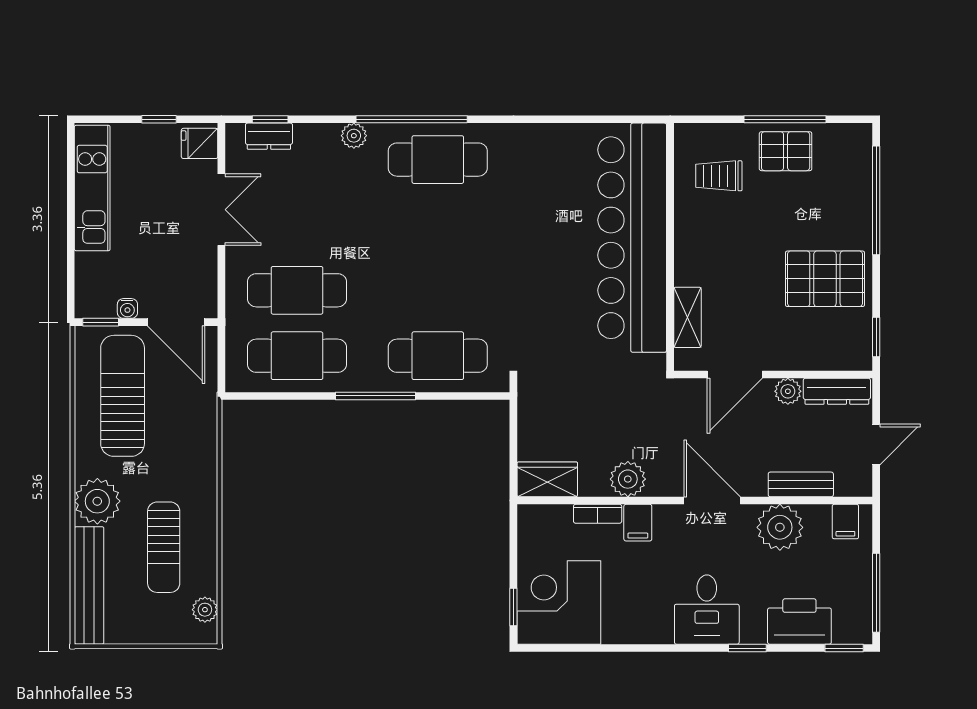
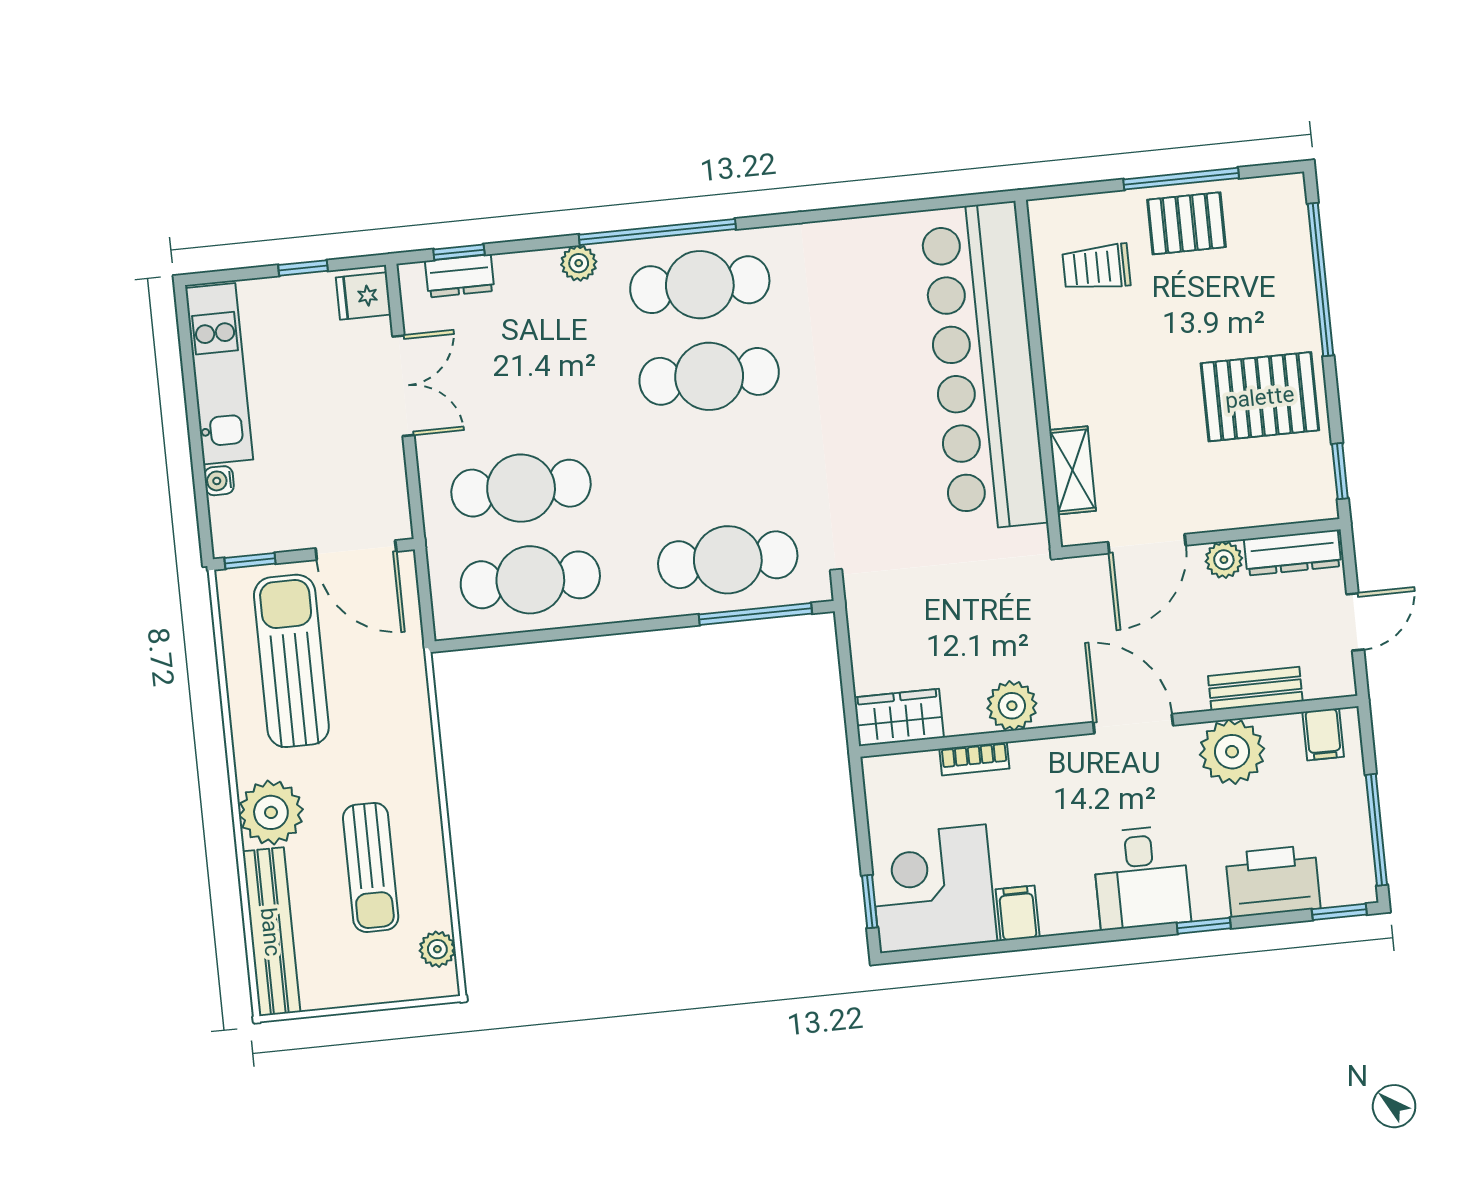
cafe table: (438, 225) -> (709, 376), added
water cooler: (127, 308) -> (219, 481), moved, turned 90
window: (375, 396) -> (755, 614), moved
filing cabinet: (638, 523) -> (1018, 913), moved, turned 180

